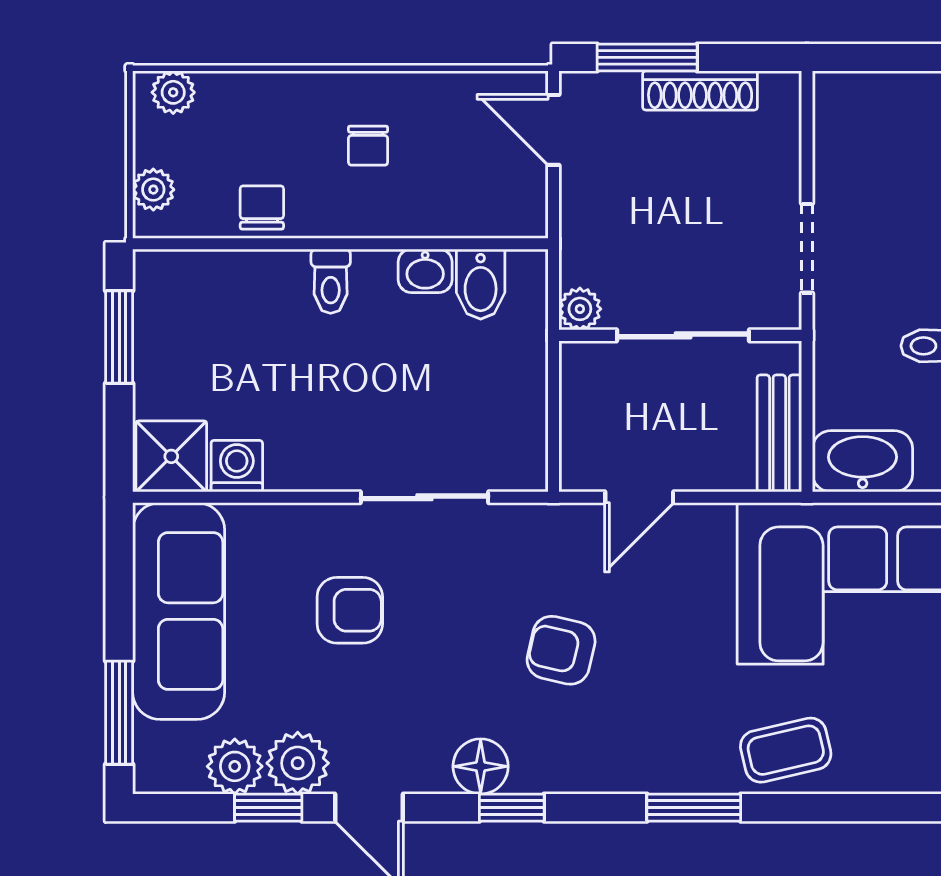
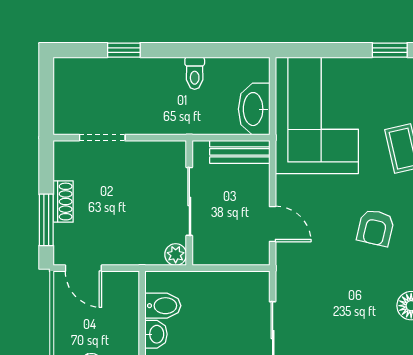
shoe rack: (700, 91) -> (63, 202), width x0.70
door: (553, 130) -> (83, 268), hinge flipped
doorway: (807, 248) -> (102, 138), moved
armchair: (561, 650) -> (376, 228), moved

